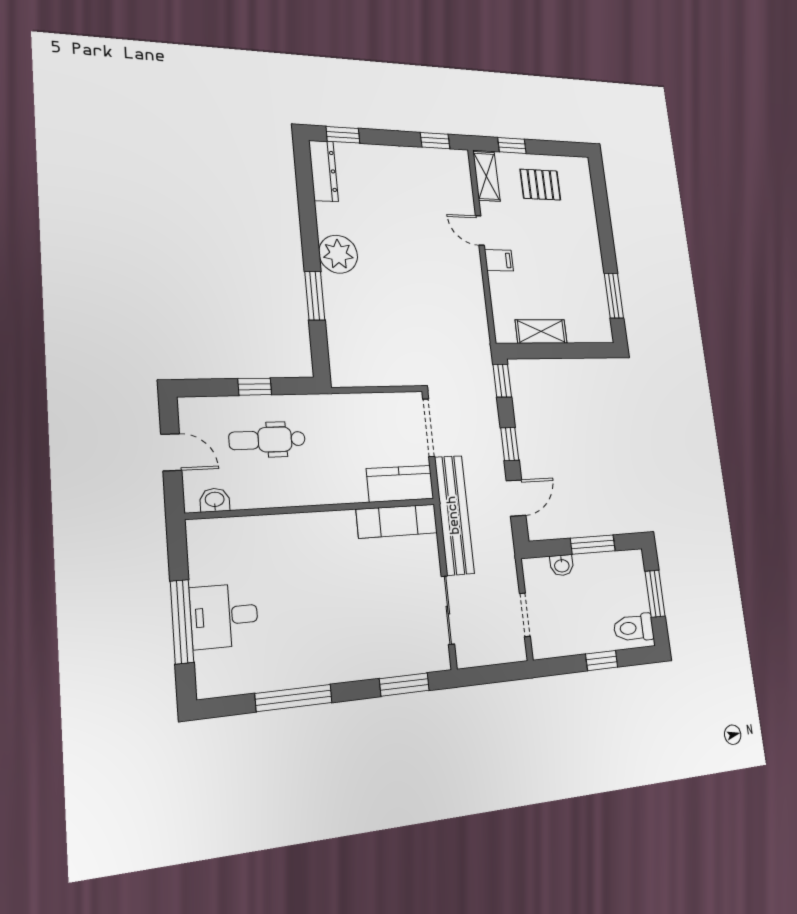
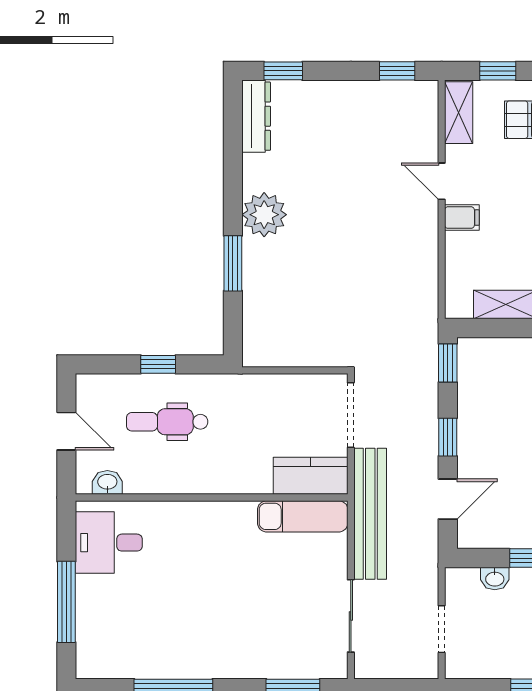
desk: (224, 616) -> (109, 543), moved

